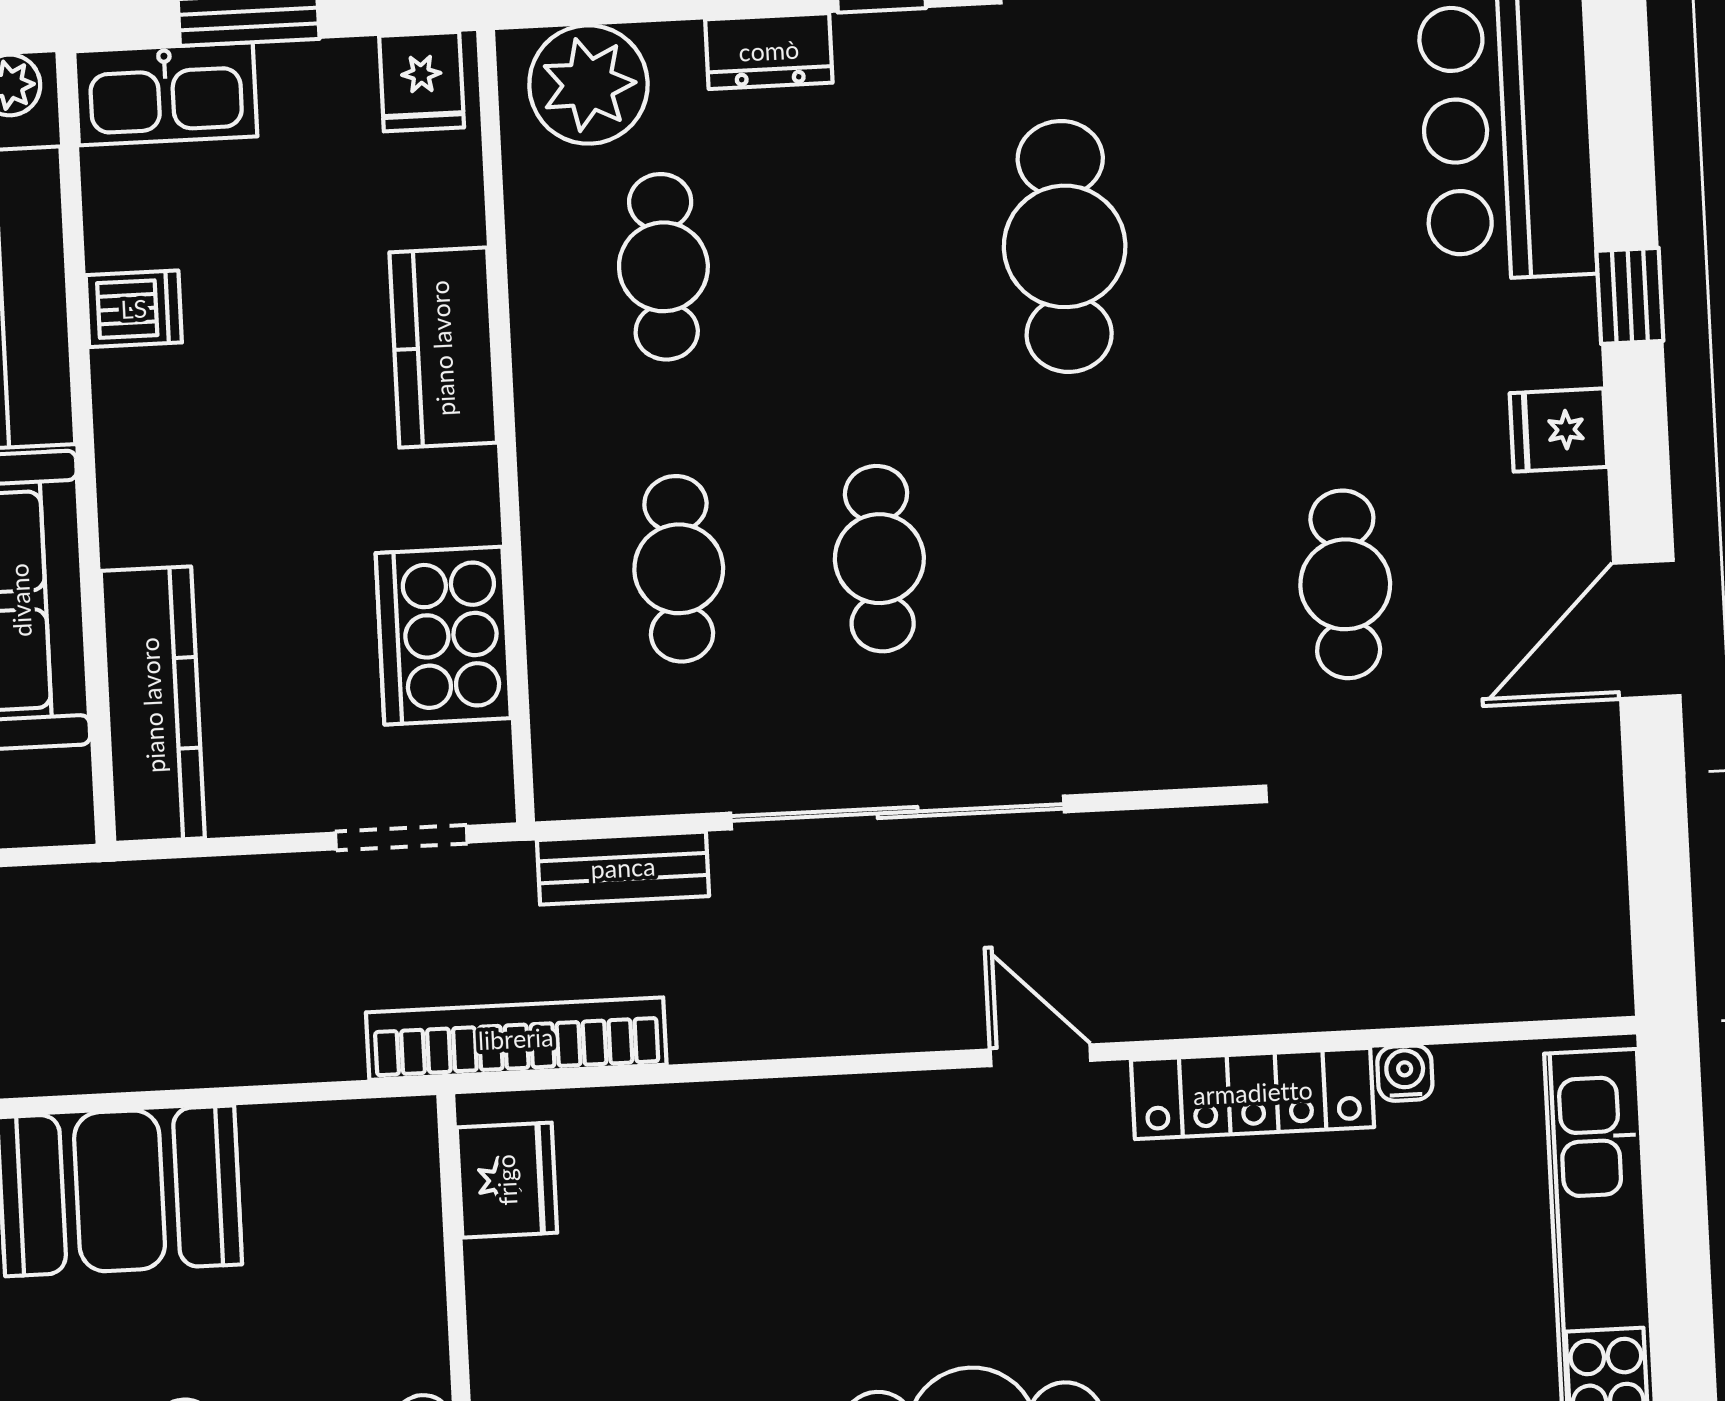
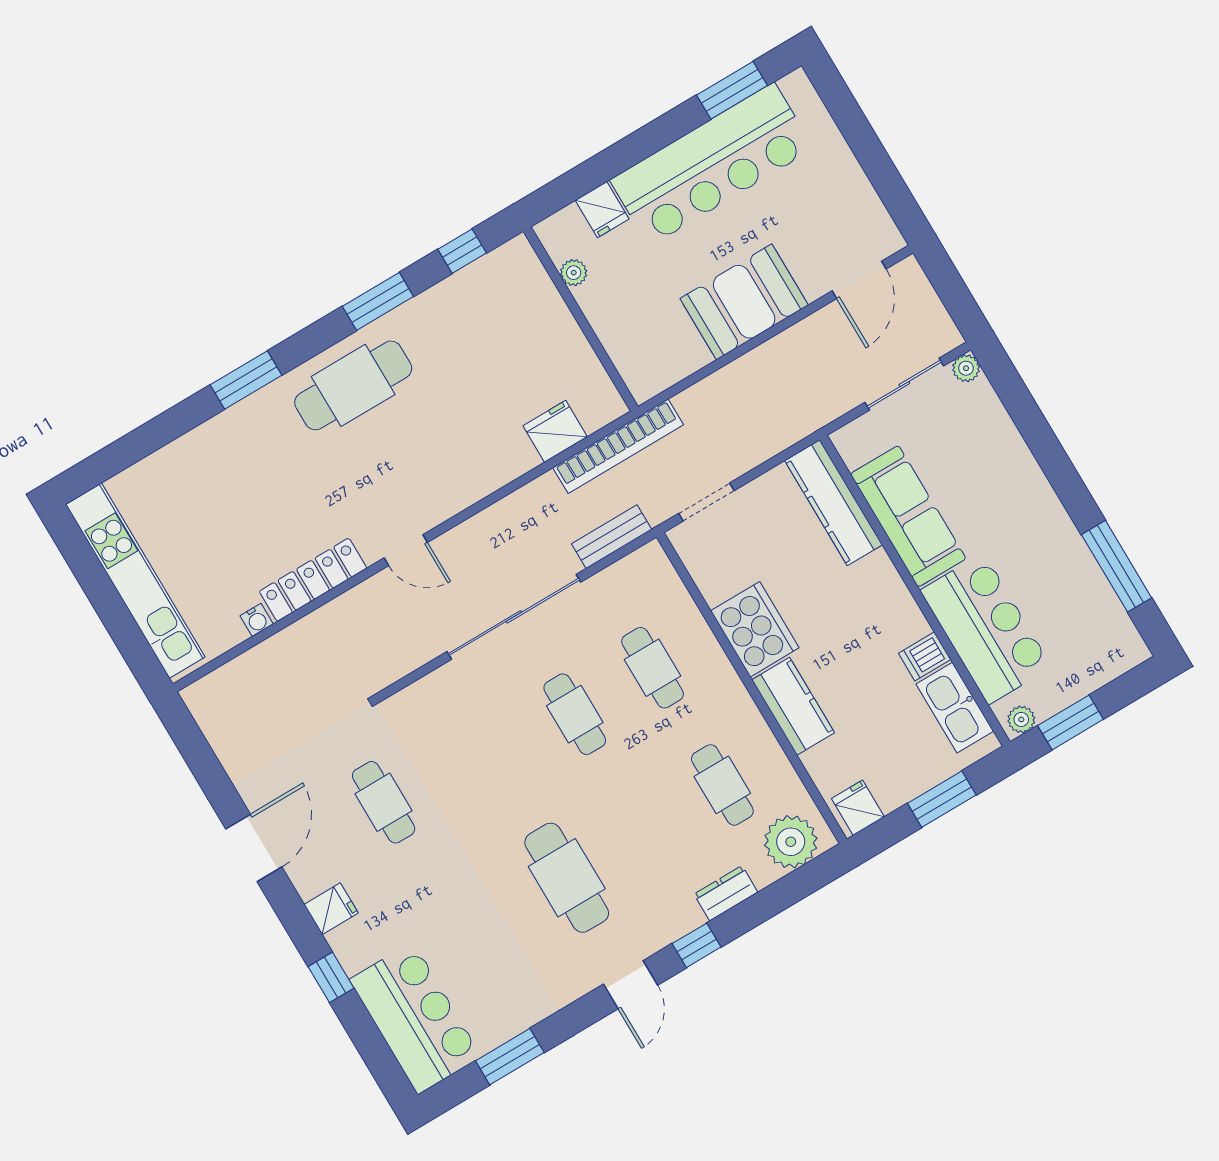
kitchen sink: (166, 94) -> (955, 708), moved, turned -90
cooker: (443, 636) -> (755, 629), moved
fridge: (507, 1180) -> (555, 431), moved, turned 90

